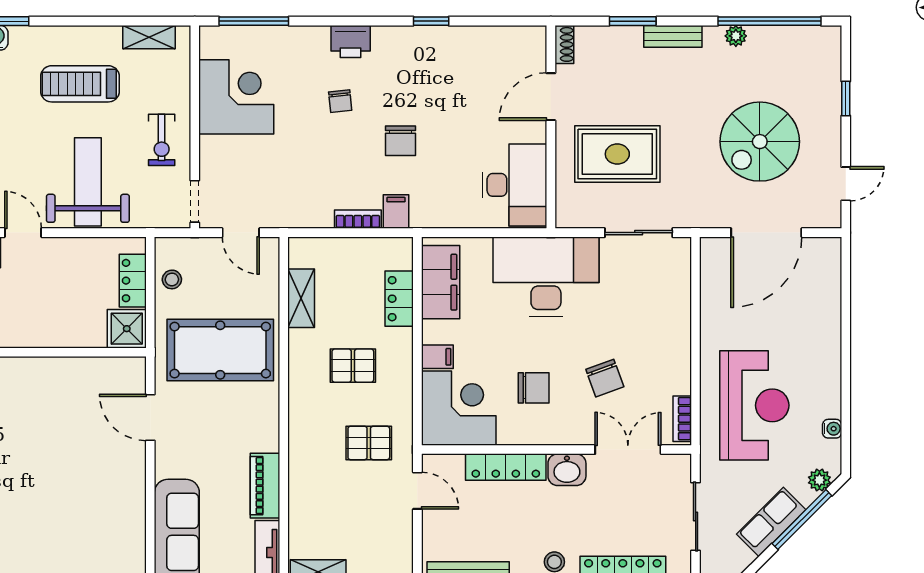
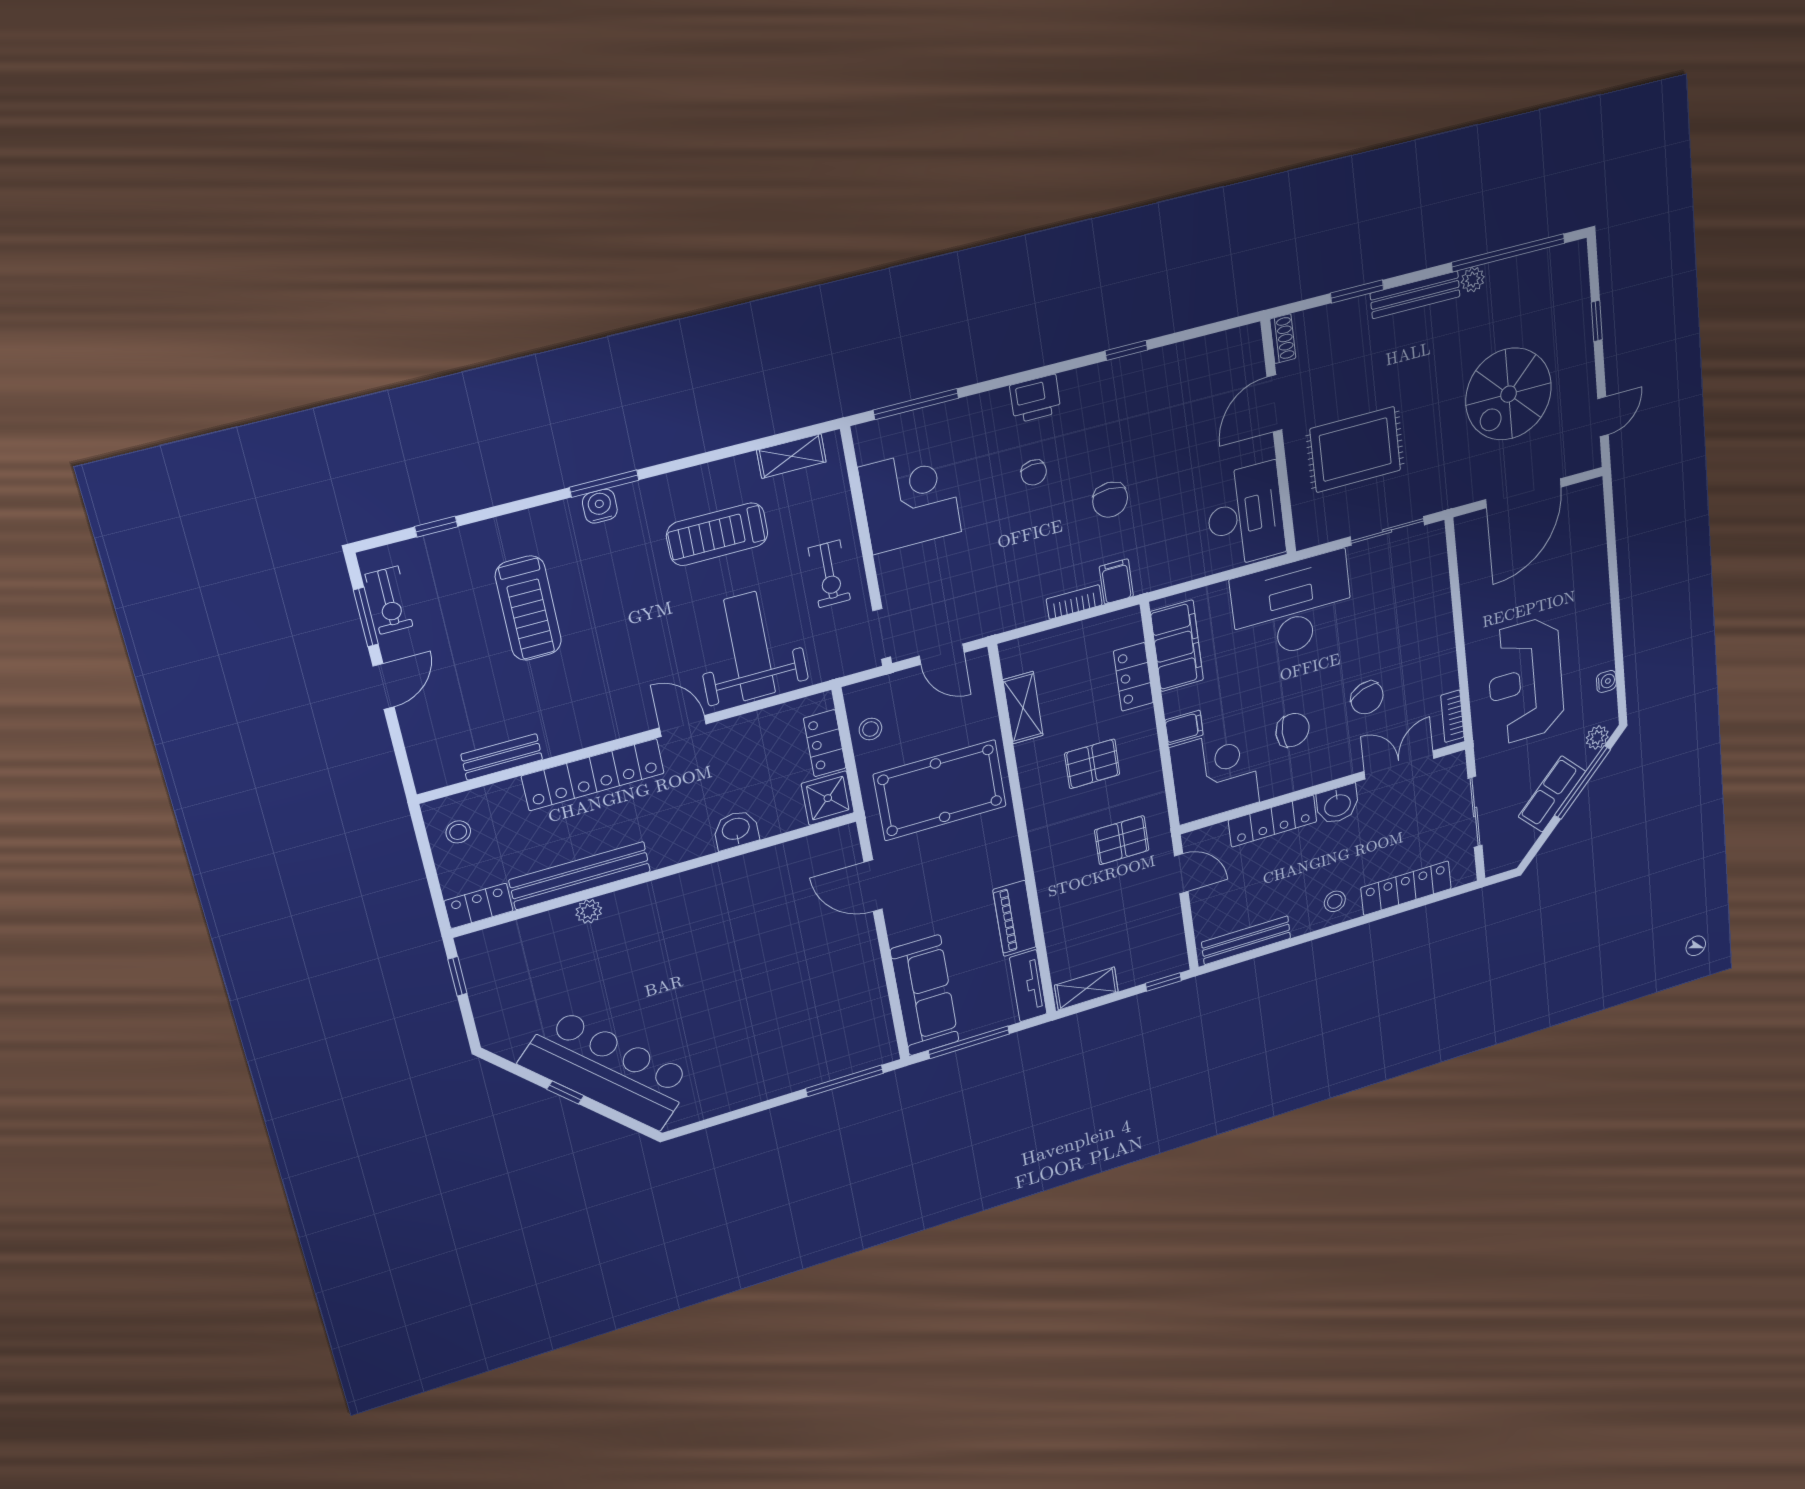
bench: (673, 36) -> (1415, 295), width x1.36
washbasin: (48, 333) -> (736, 830), added
reception desk: (754, 405) -> (1526, 681), turned 180

